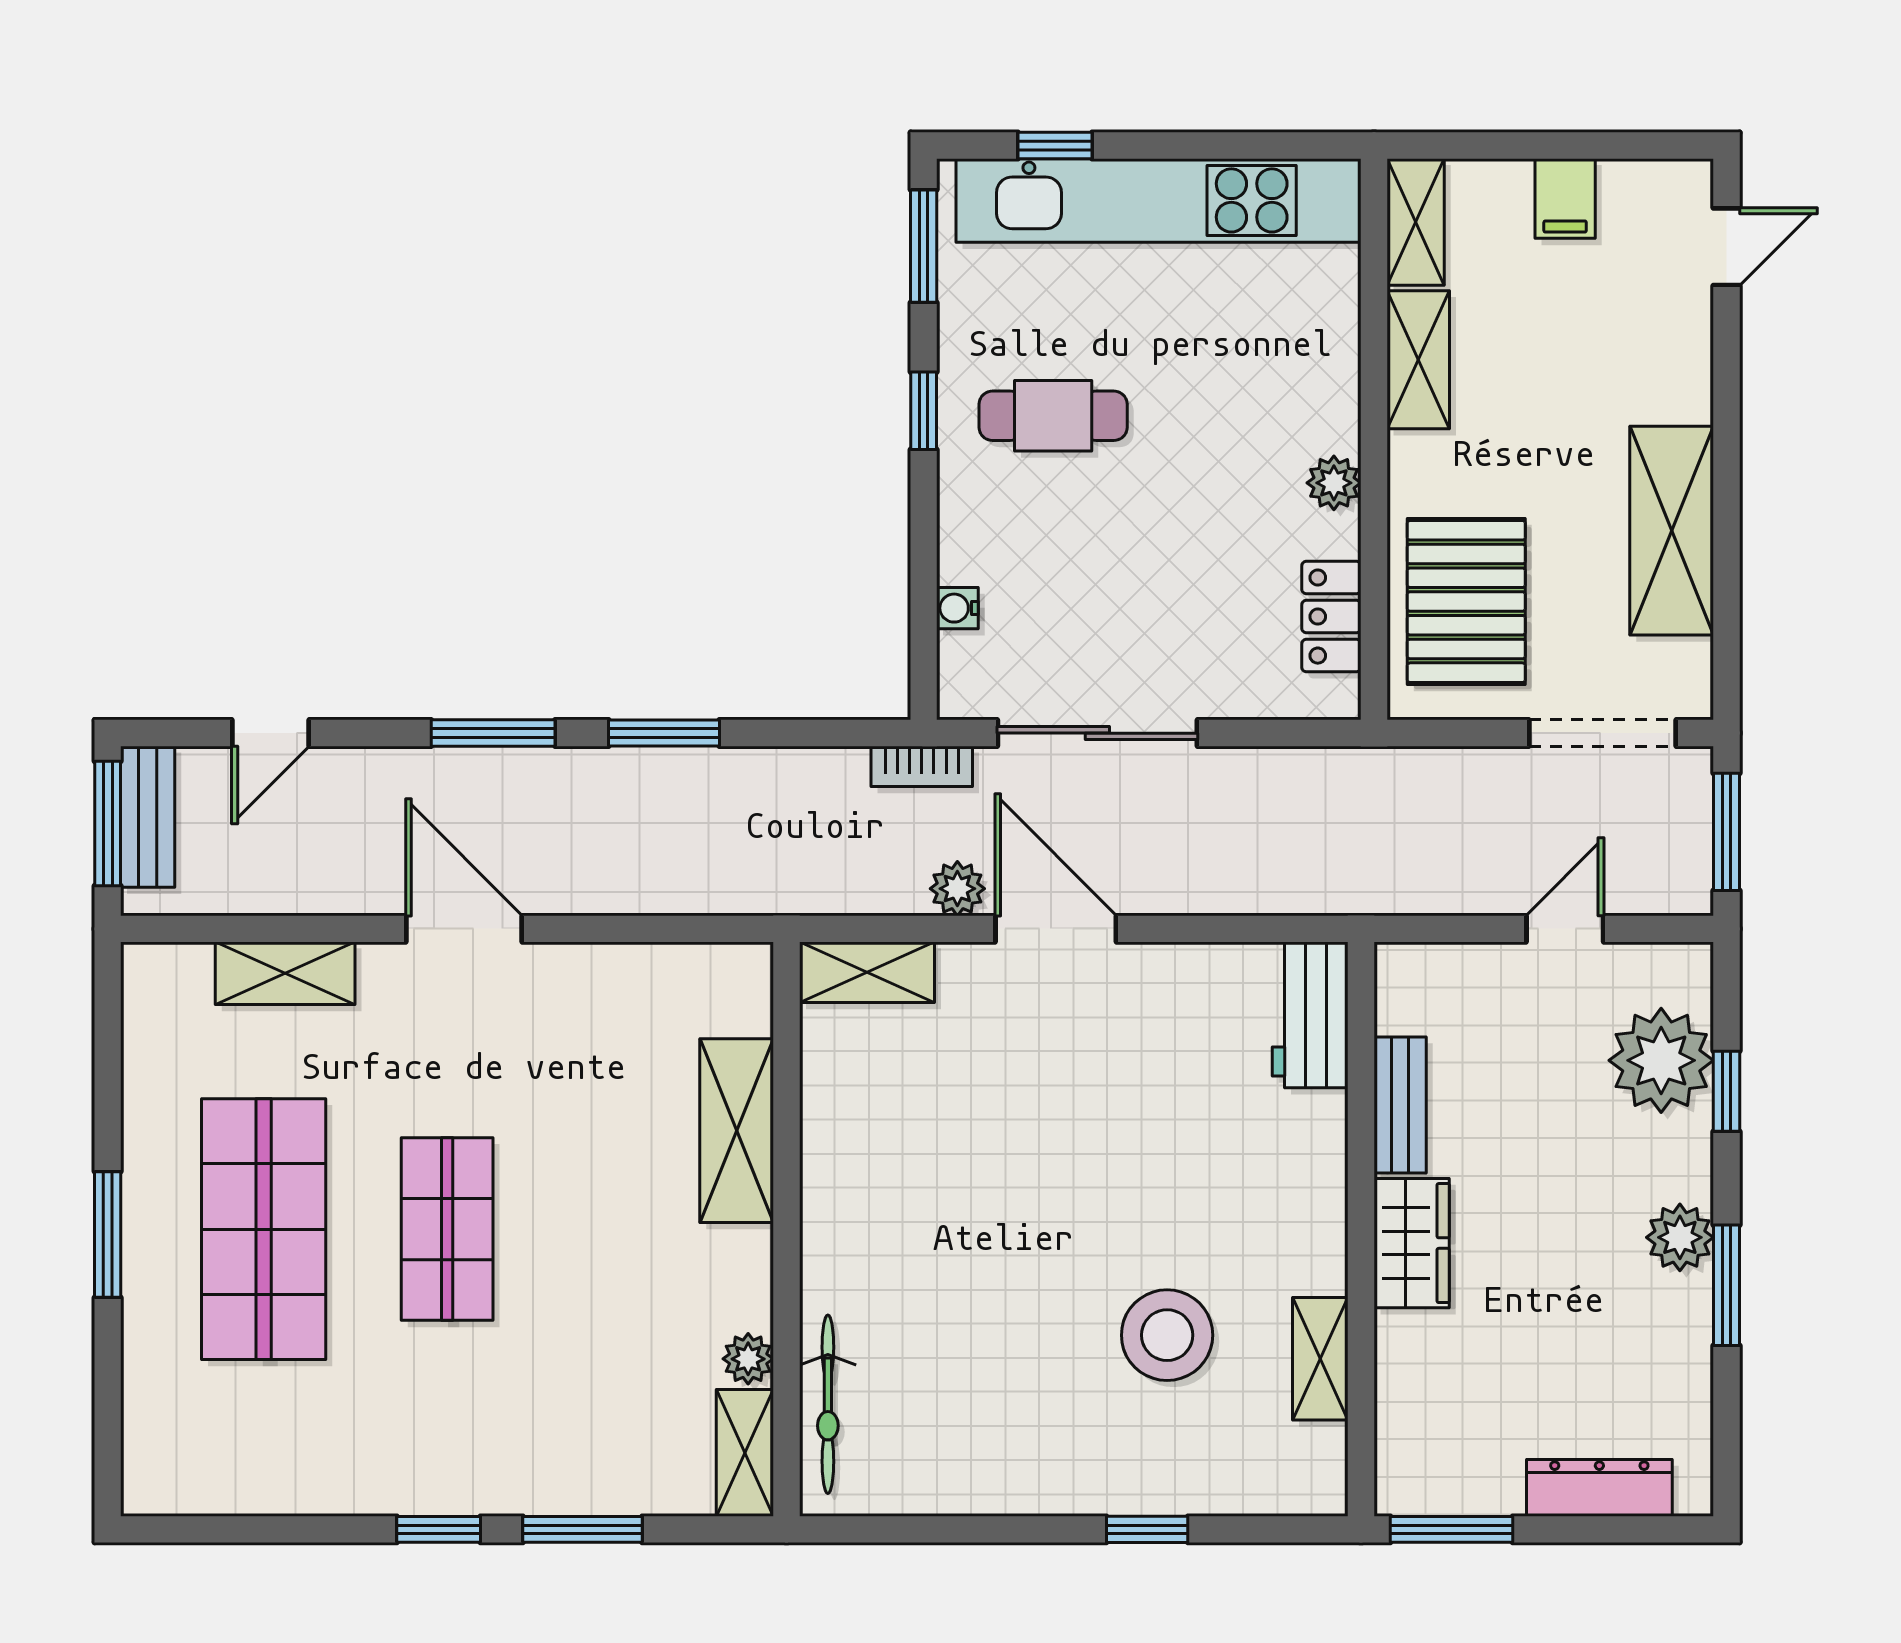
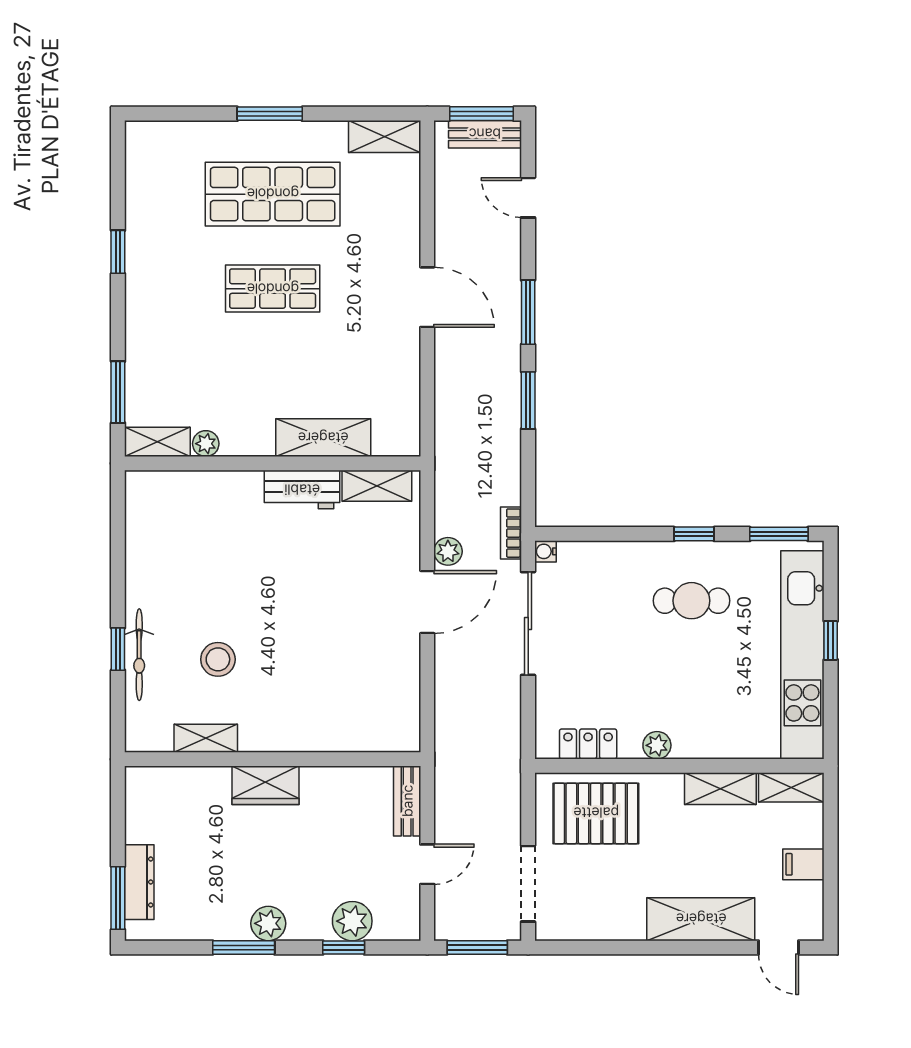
window: (1055, 146) -> (831, 640), moved
cafe table: (1053, 416) -> (691, 601), turned 90
shelving: (1672, 531) -> (701, 919), moved
water cooler: (957, 608) -> (546, 551), moved, turned -90
door: (464, 929) -> (427, 297), hinge flipped
door: (1565, 929) -> (427, 864), hinge flipped
shelving: (867, 972) -> (377, 486), moved, turned 90
shelving: (285, 973) -> (385, 137), moved, turned 90
workbench: (1310, 1015) -> (302, 490), moved, turned 180
plant: (1661, 1060) -> (352, 921), width x0.73, depth x0.73
bench: (1400, 1105) -> (407, 801), moved, turned 90
stool: (1167, 1335) -> (218, 659), width x0.73, depth x0.73
bicycle: (828, 1404) -> (139, 655), moved, turned -90
window: (439, 1529) -> (118, 252), moved
window: (583, 1529) -> (118, 392), moved
window: (1451, 1529) -> (118, 898), moved

